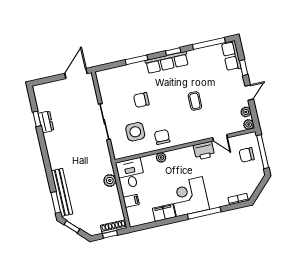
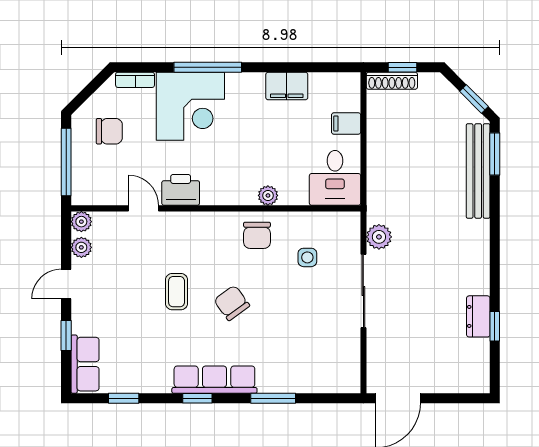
window: (209, 44) -> (124, 398), width x0.46
chair: (141, 100) -> (232, 303), moved, turned -126
side table: (135, 132) -> (307, 257), width x0.54, depth x0.54
chair: (247, 155) -> (109, 131), moved
plant: (110, 181) -> (379, 237), moved
corner desk: (189, 197) -> (190, 106), moved

